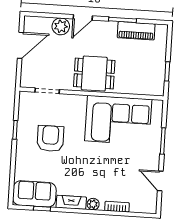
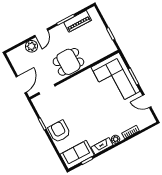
door: (20, 45) -> (21, 84), moved
corner sofa: (118, 120) -> (116, 79), moved, turned 90
armchair: (50, 139) -> (59, 131), moved

